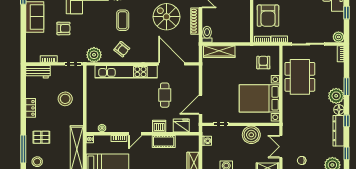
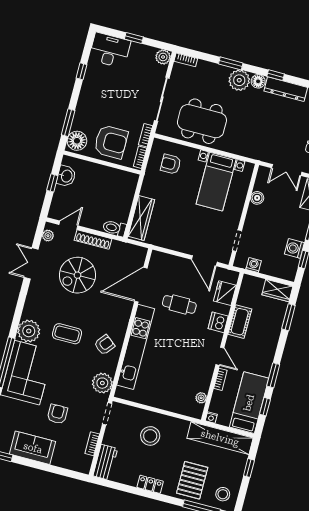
bed with nightstands: (259, 98) -> (216, 182), width x0.73
boiler: (251, 135) -> (257, 198), width x0.54, depth x0.54
pallet: (41, 137) -> (192, 480), width x1.50, depth x1.42

